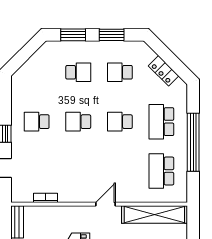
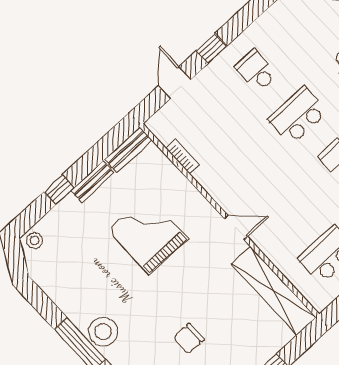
school desk: (78, 122) -> (298, 116), width x1.85

